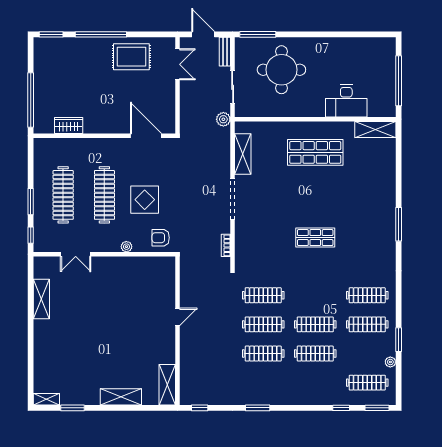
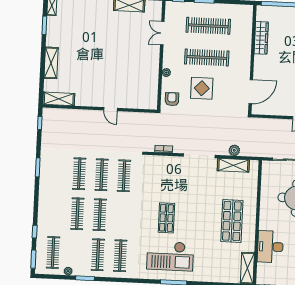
plant: (223, 119) -> (234, 150), moved
wardrobe: (69, 126) -> (261, 38), width x1.50
checkout: (364, 230) -> (170, 256), added

